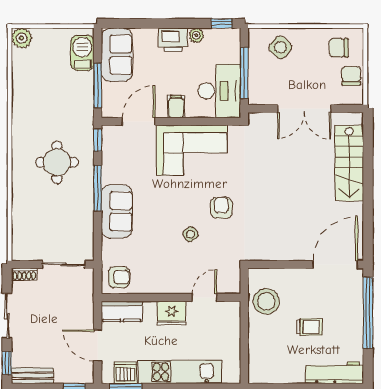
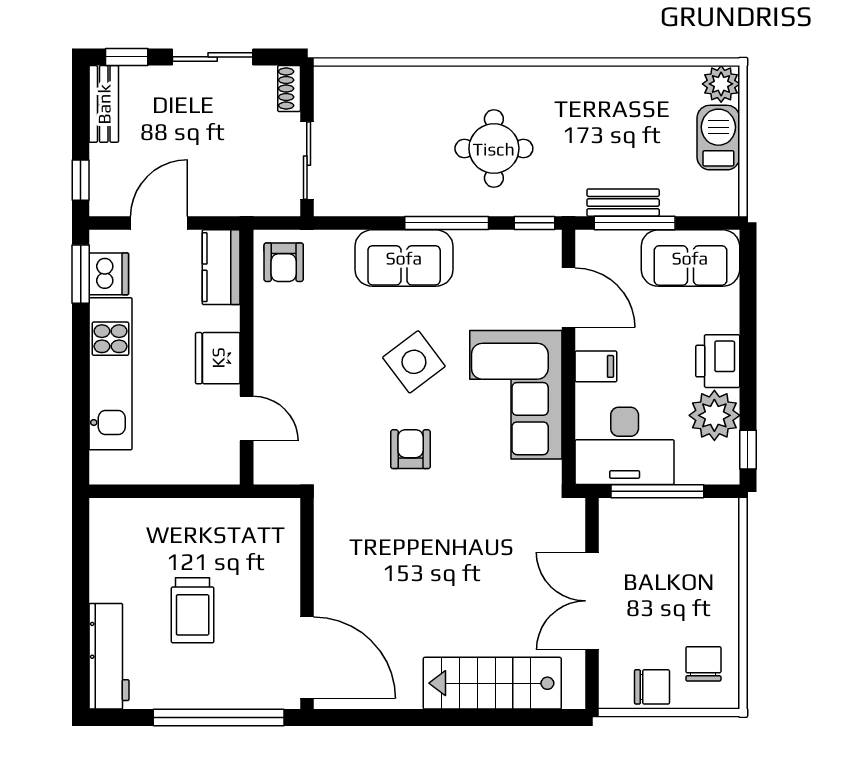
plant: (196, 35) -> (714, 415), width x1.88, depth x1.88
side table: (280, 47) -> (704, 557), removed
barbecue: (82, 53) -> (718, 138), moved, turned -90
bench: (86, 92) -> (623, 203), added
armchair: (221, 208) -> (411, 449), turned -90
side table: (190, 234) -> (414, 362), moved, width x1.87, depth x1.87
stool: (266, 301) -> (239, 532), removed
trolley: (309, 327) -> (193, 610), width x1.36, depth x1.39

